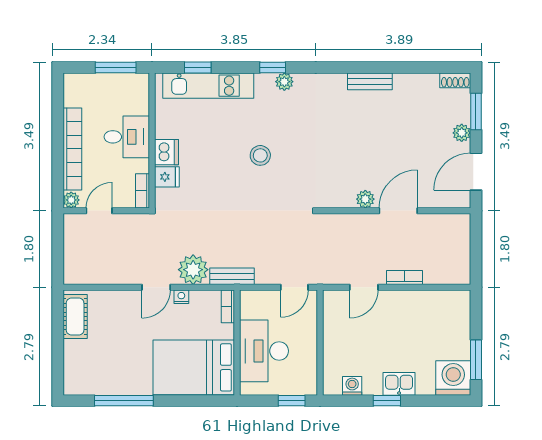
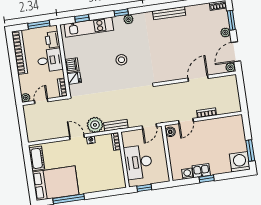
bench: (370, 81) -> (169, 13), width x1.36
printer: (137, 99) -> (52, 40), added
bookcase: (72, 149) -> (20, 52), moved
plant: (365, 199) -> (230, 67), moved
door: (156, 287) -> (77, 137), swing flipped
boiler: (332, 303) -> (170, 132), added
bed: (194, 367) -> (56, 183), moved, turned 180
kitchen sink: (399, 384) -> (201, 171), moved
window: (292, 401) -> (144, 188), moved

